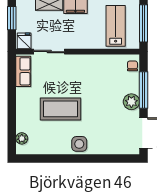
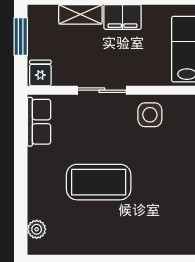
sliding door: (49, 52) -> (102, 90), moved
side table: (79, 144) -> (150, 115), moved

